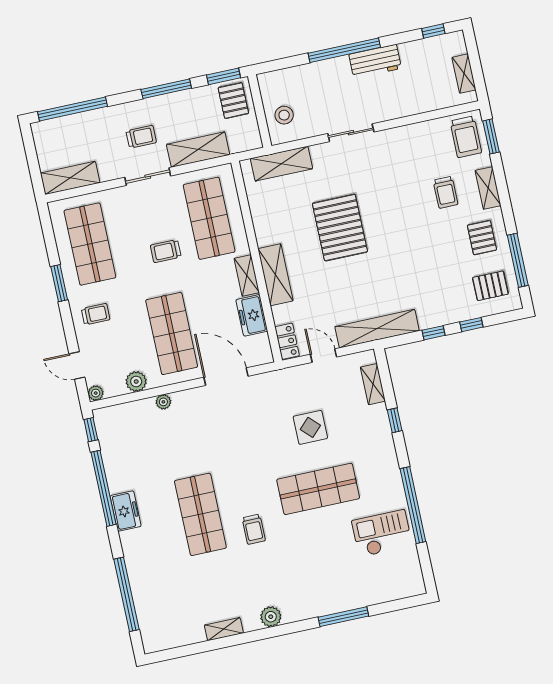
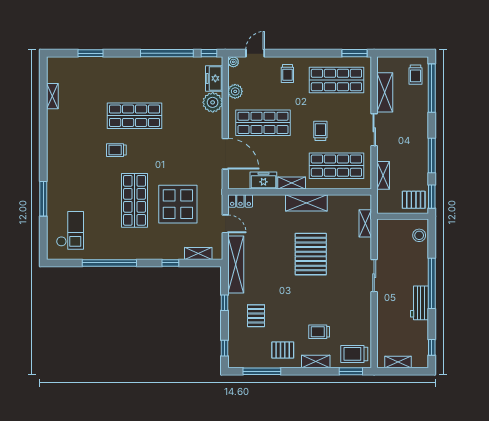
stool: (284, 115) -> (419, 235), moved
trolley: (141, 137) -> (416, 75), moved
shelving: (198, 150) -> (383, 175), width x0.67, depth x0.75
shelving: (281, 164) -> (365, 223), width x0.67, depth x0.75
shelving: (70, 178) -> (385, 92), moved
pallet: (340, 228) -> (311, 254), turned 90
shelving: (276, 275) -> (306, 203), moved
window: (59, 283) -> (354, 53), moved
pallet: (490, 286) -> (256, 316), moved
window: (471, 325) -> (225, 348), moved
door: (323, 356) -> (225, 224), hinge flipped
door: (226, 377) -> (225, 154), hinge flipped
plant: (163, 402) -> (213, 102), width x1.87, depth x1.87
display table: (310, 427) -> (178, 204), width x1.86, depth x1.86
freezer: (126, 511) -> (214, 78), moved, turned 90
checkout: (382, 533) -> (70, 230), moved
window: (126, 594) -> (91, 53), width x0.47
plant: (271, 617) -> (54, 149), removed
shelving: (224, 629) -> (52, 96), moved

